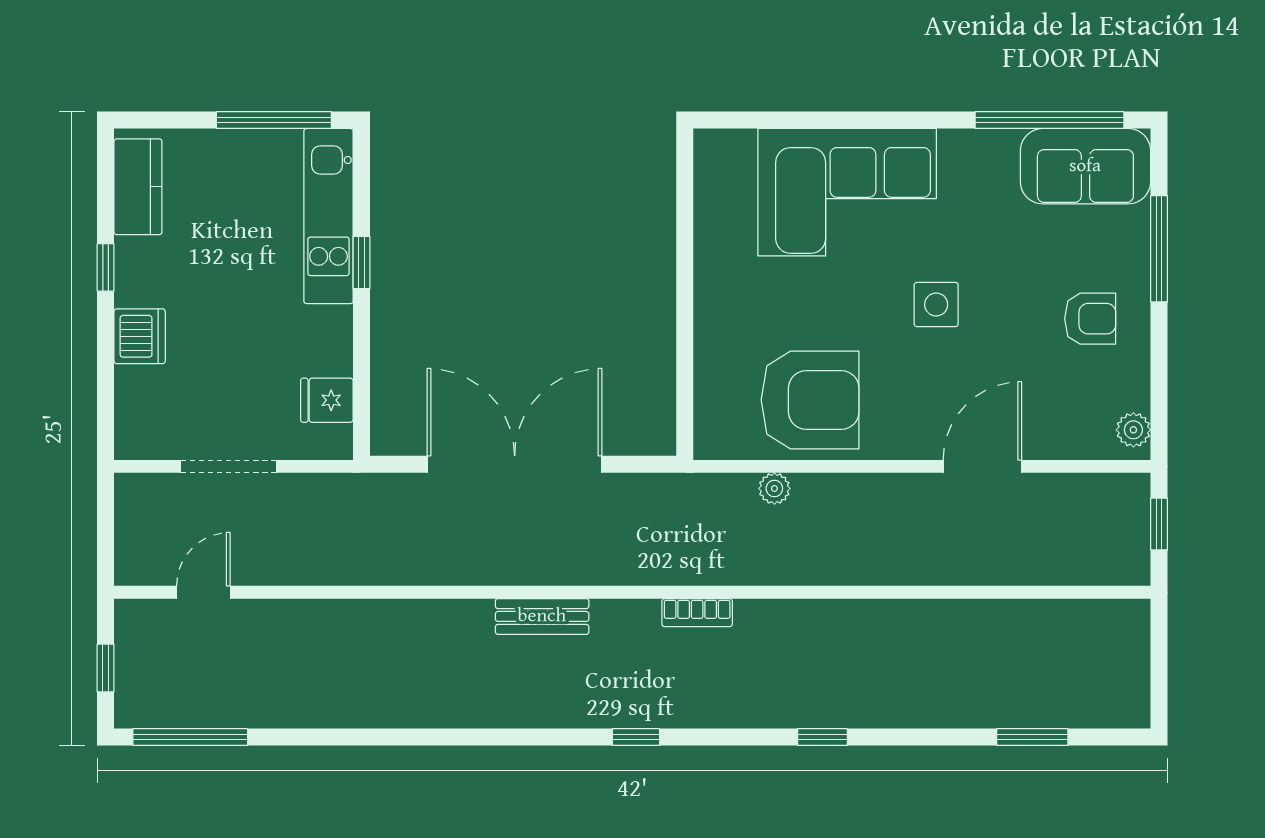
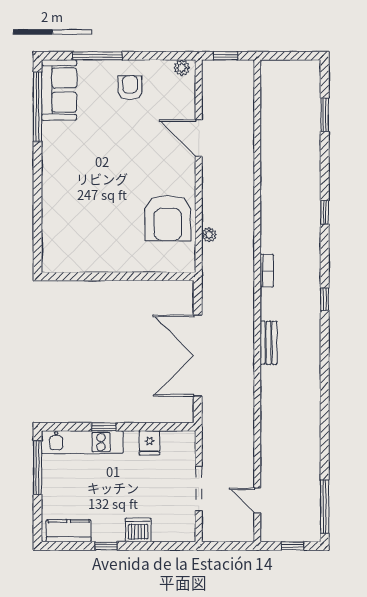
corner sofa: (847, 192) -> (71, 201), removed
side table: (936, 305) -> (123, 159), removed
fridge: (327, 400) -> (149, 443), moved
armchair: (810, 400) -> (168, 218), turned 180

